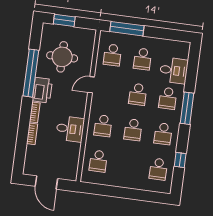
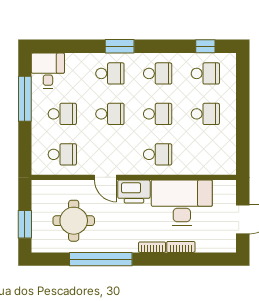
window: (127, 29) -> (25, 99), moved
desk: (174, 70) -> (48, 71), moved
printer: (42, 90) -> (134, 191), moved, turned 180
window: (187, 108) -> (120, 46), width x0.69
desk: (70, 129) -> (182, 203), width x1.87, depth x1.30
window: (180, 160) -> (205, 46), moved
school desk: (98, 161) -> (205, 114), moved

